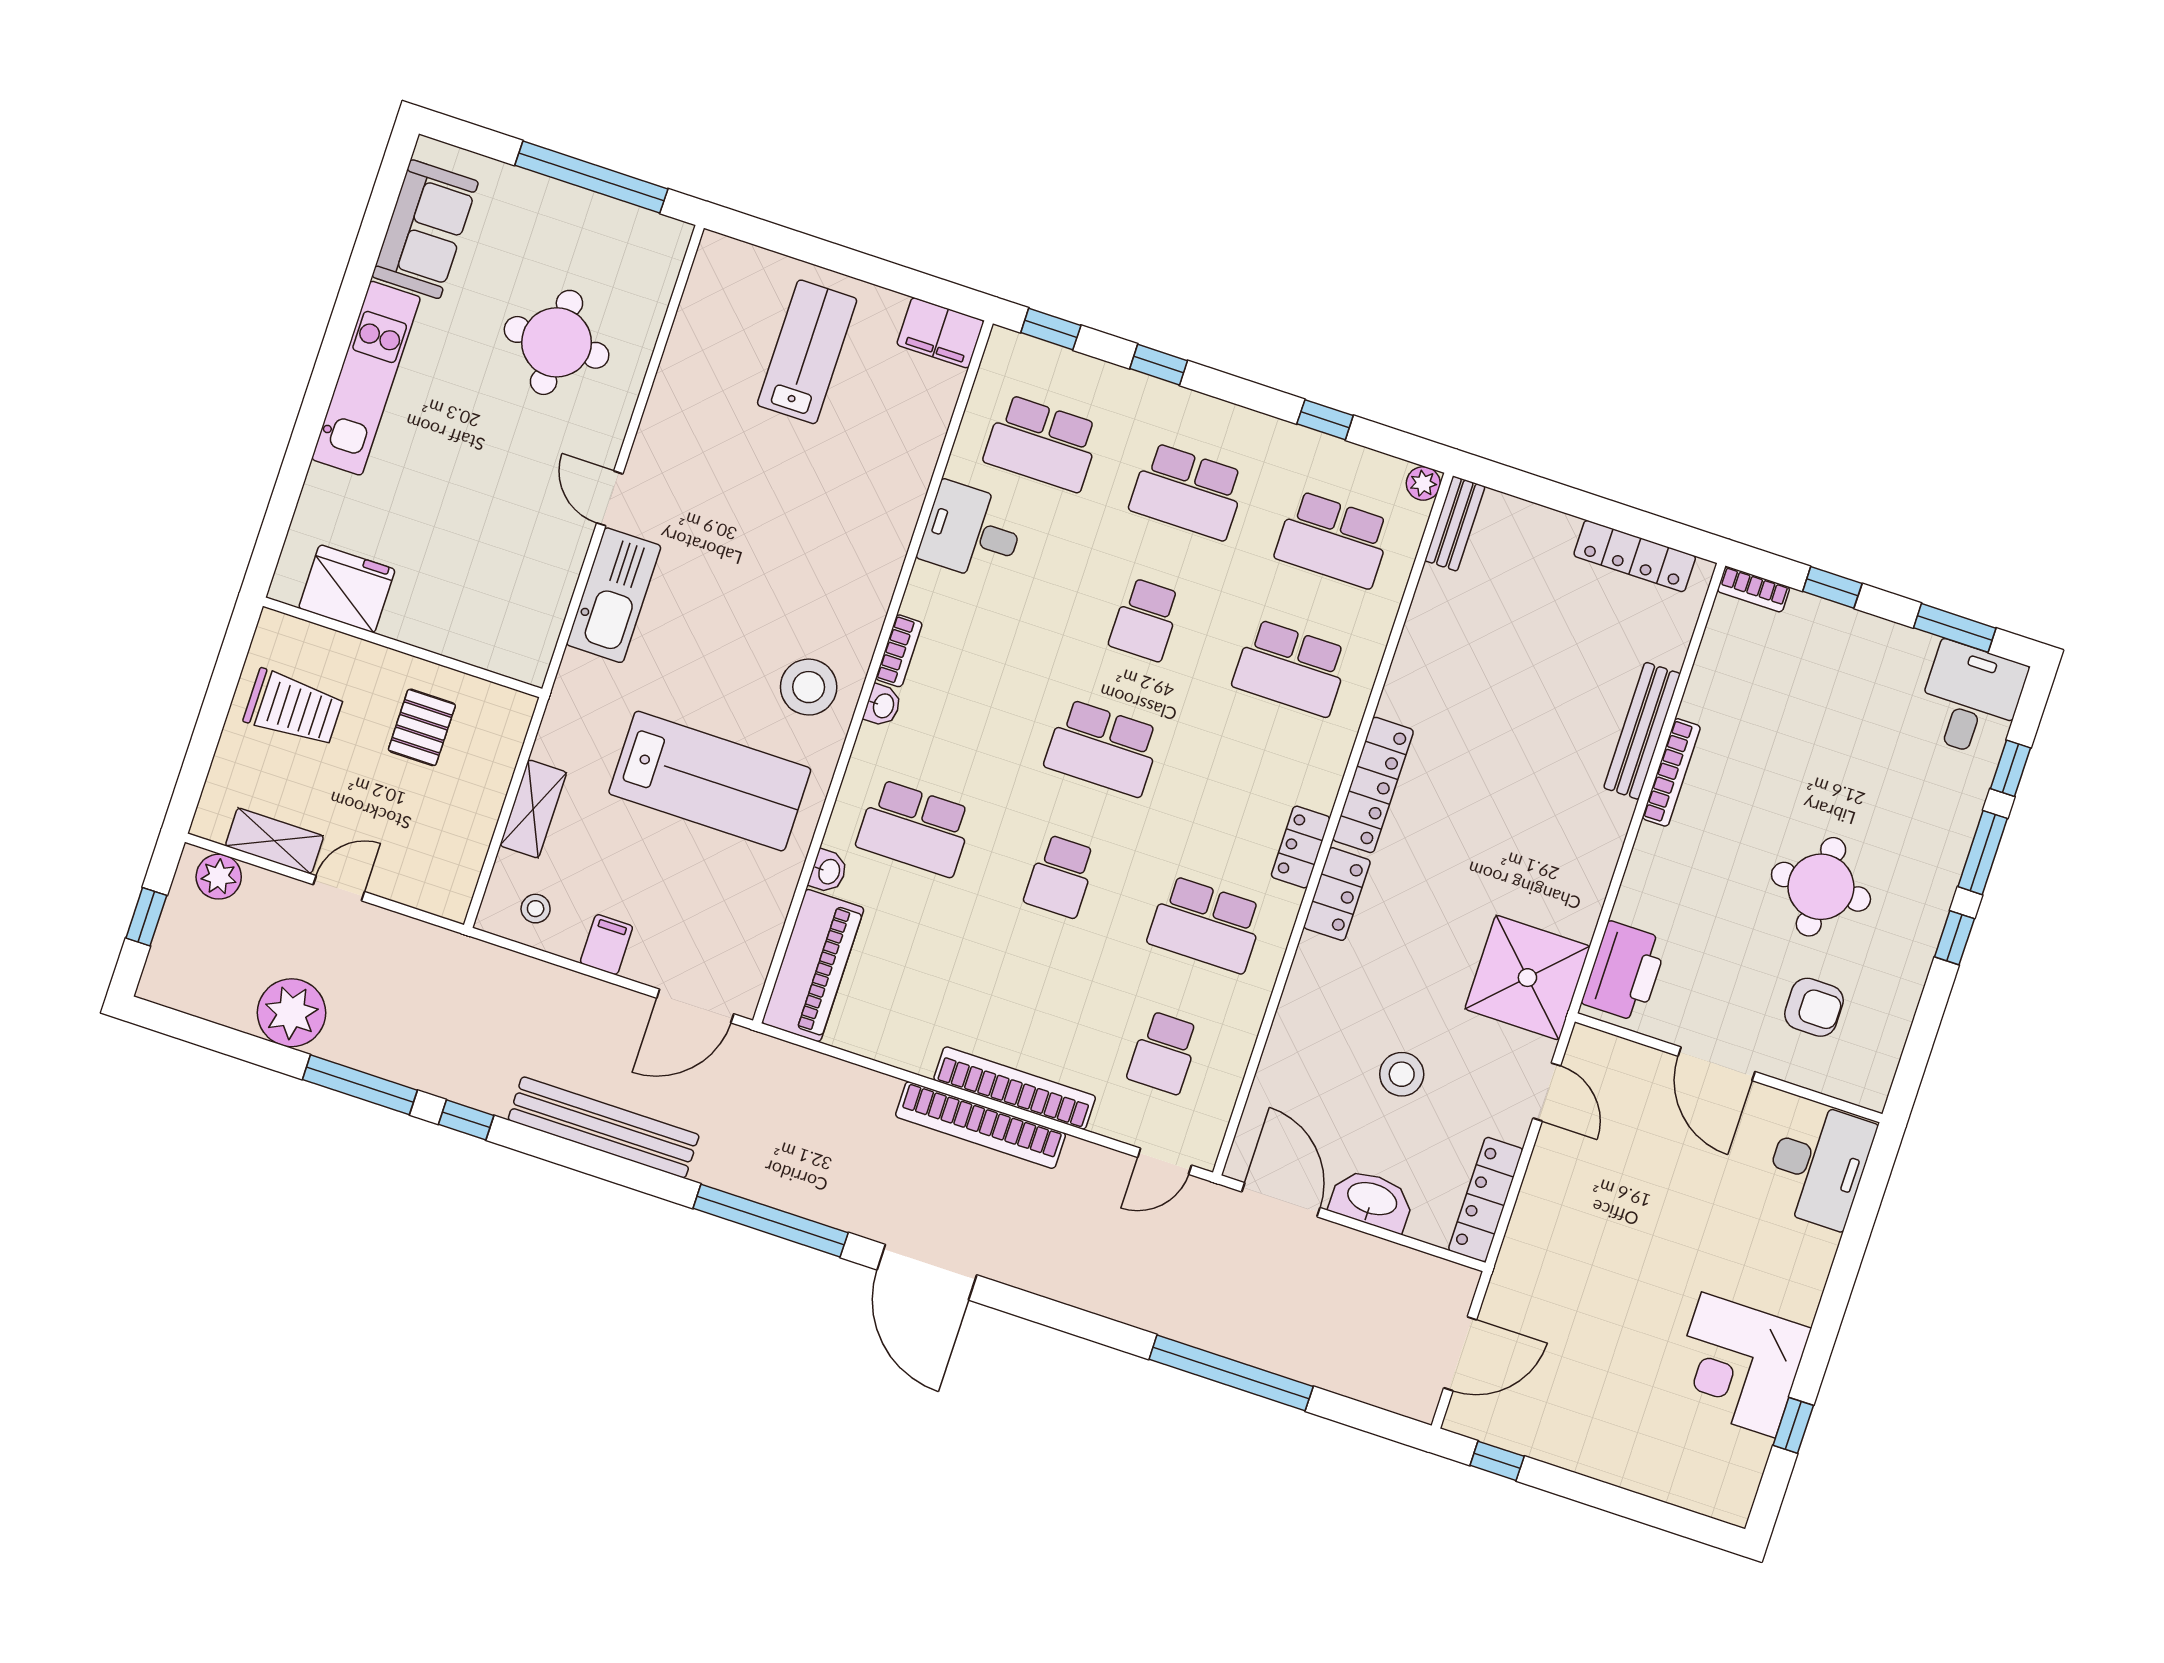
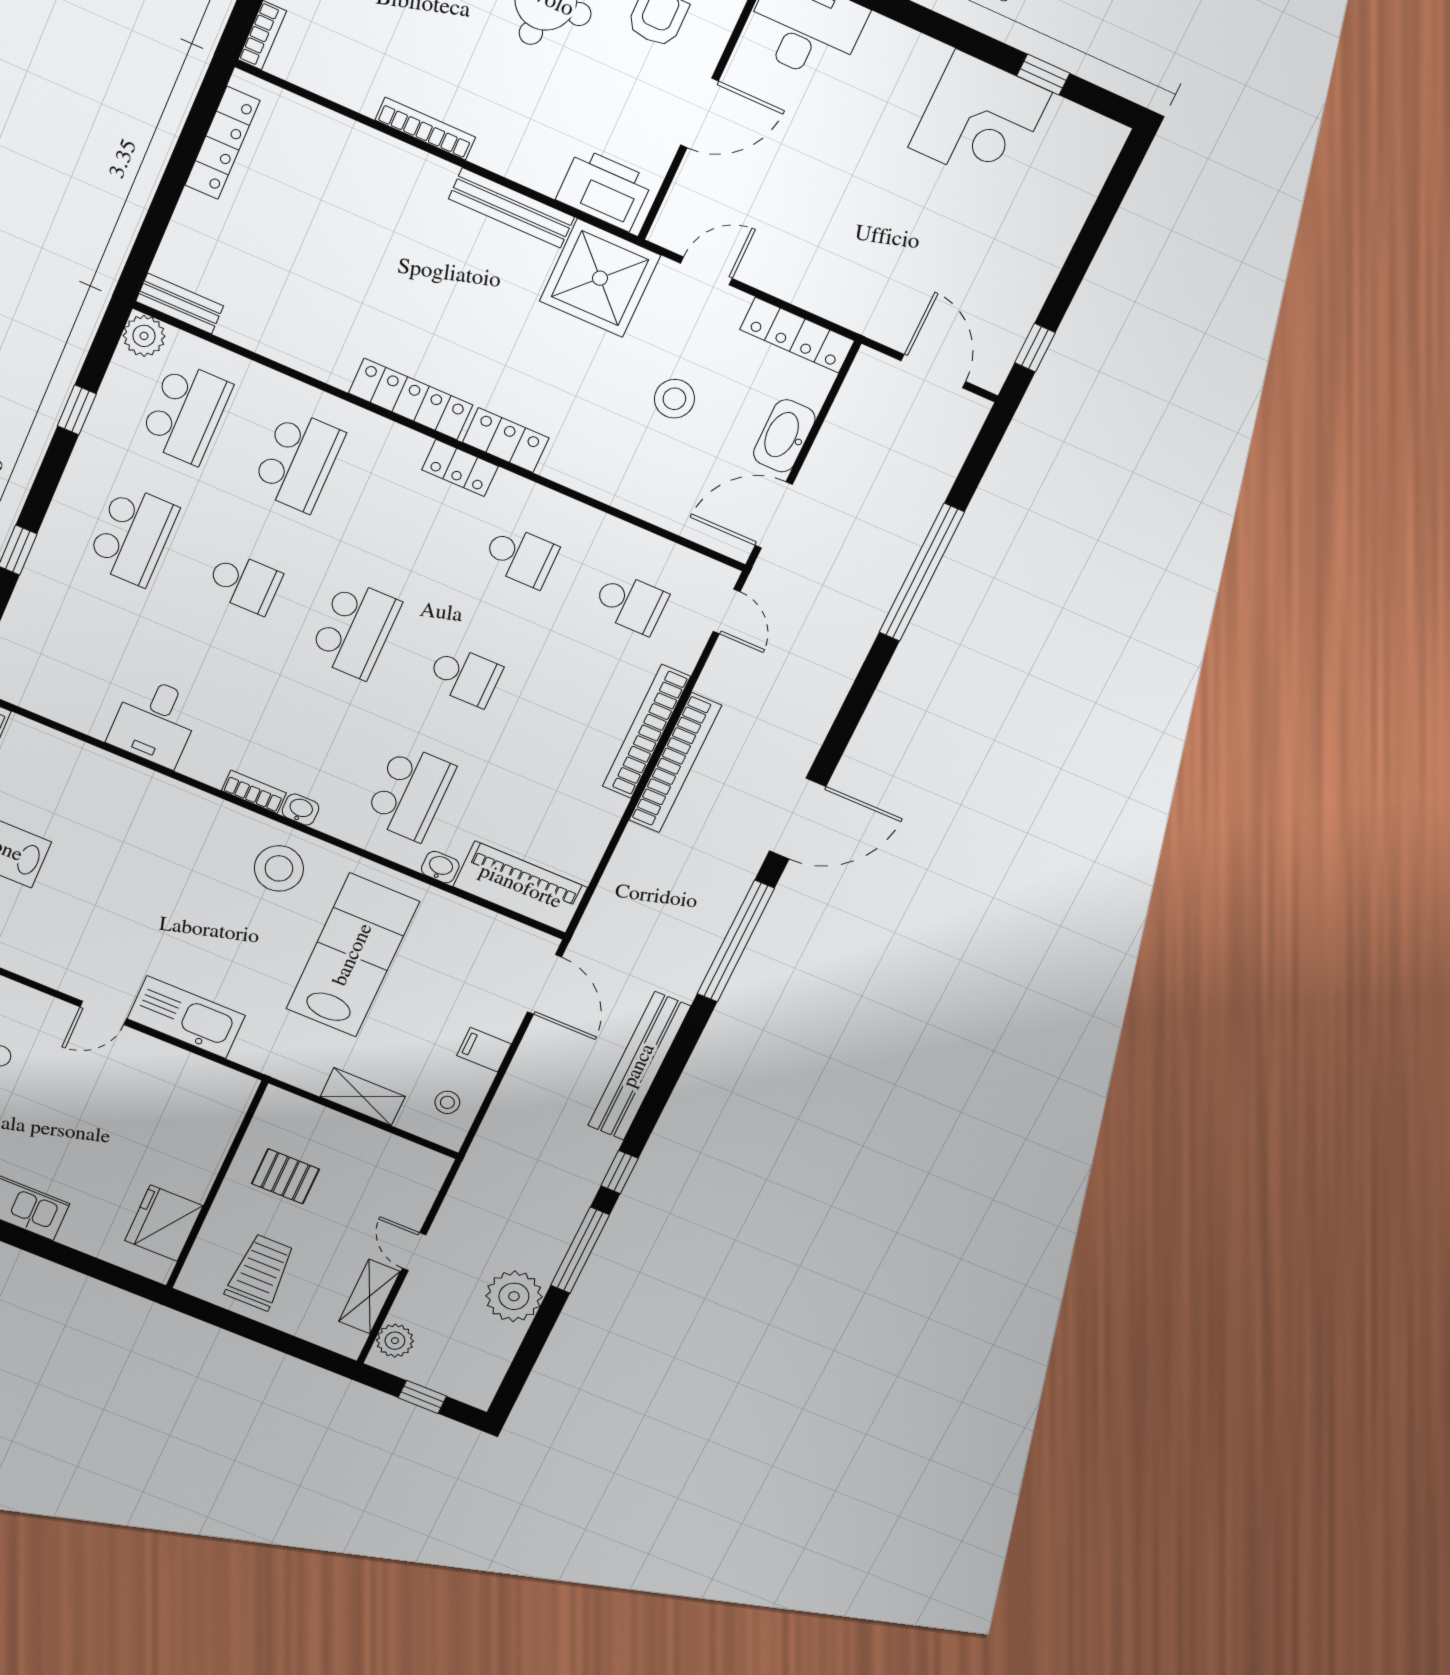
school desk: (1042, 443) -> (81, 656), removed
plant: (1423, 483) -> (144, 336), width x1.38, depth x1.38
bench: (1642, 731) -> (511, 208), moved
school desk: (1206, 924) -> (521, 556), width x0.54

